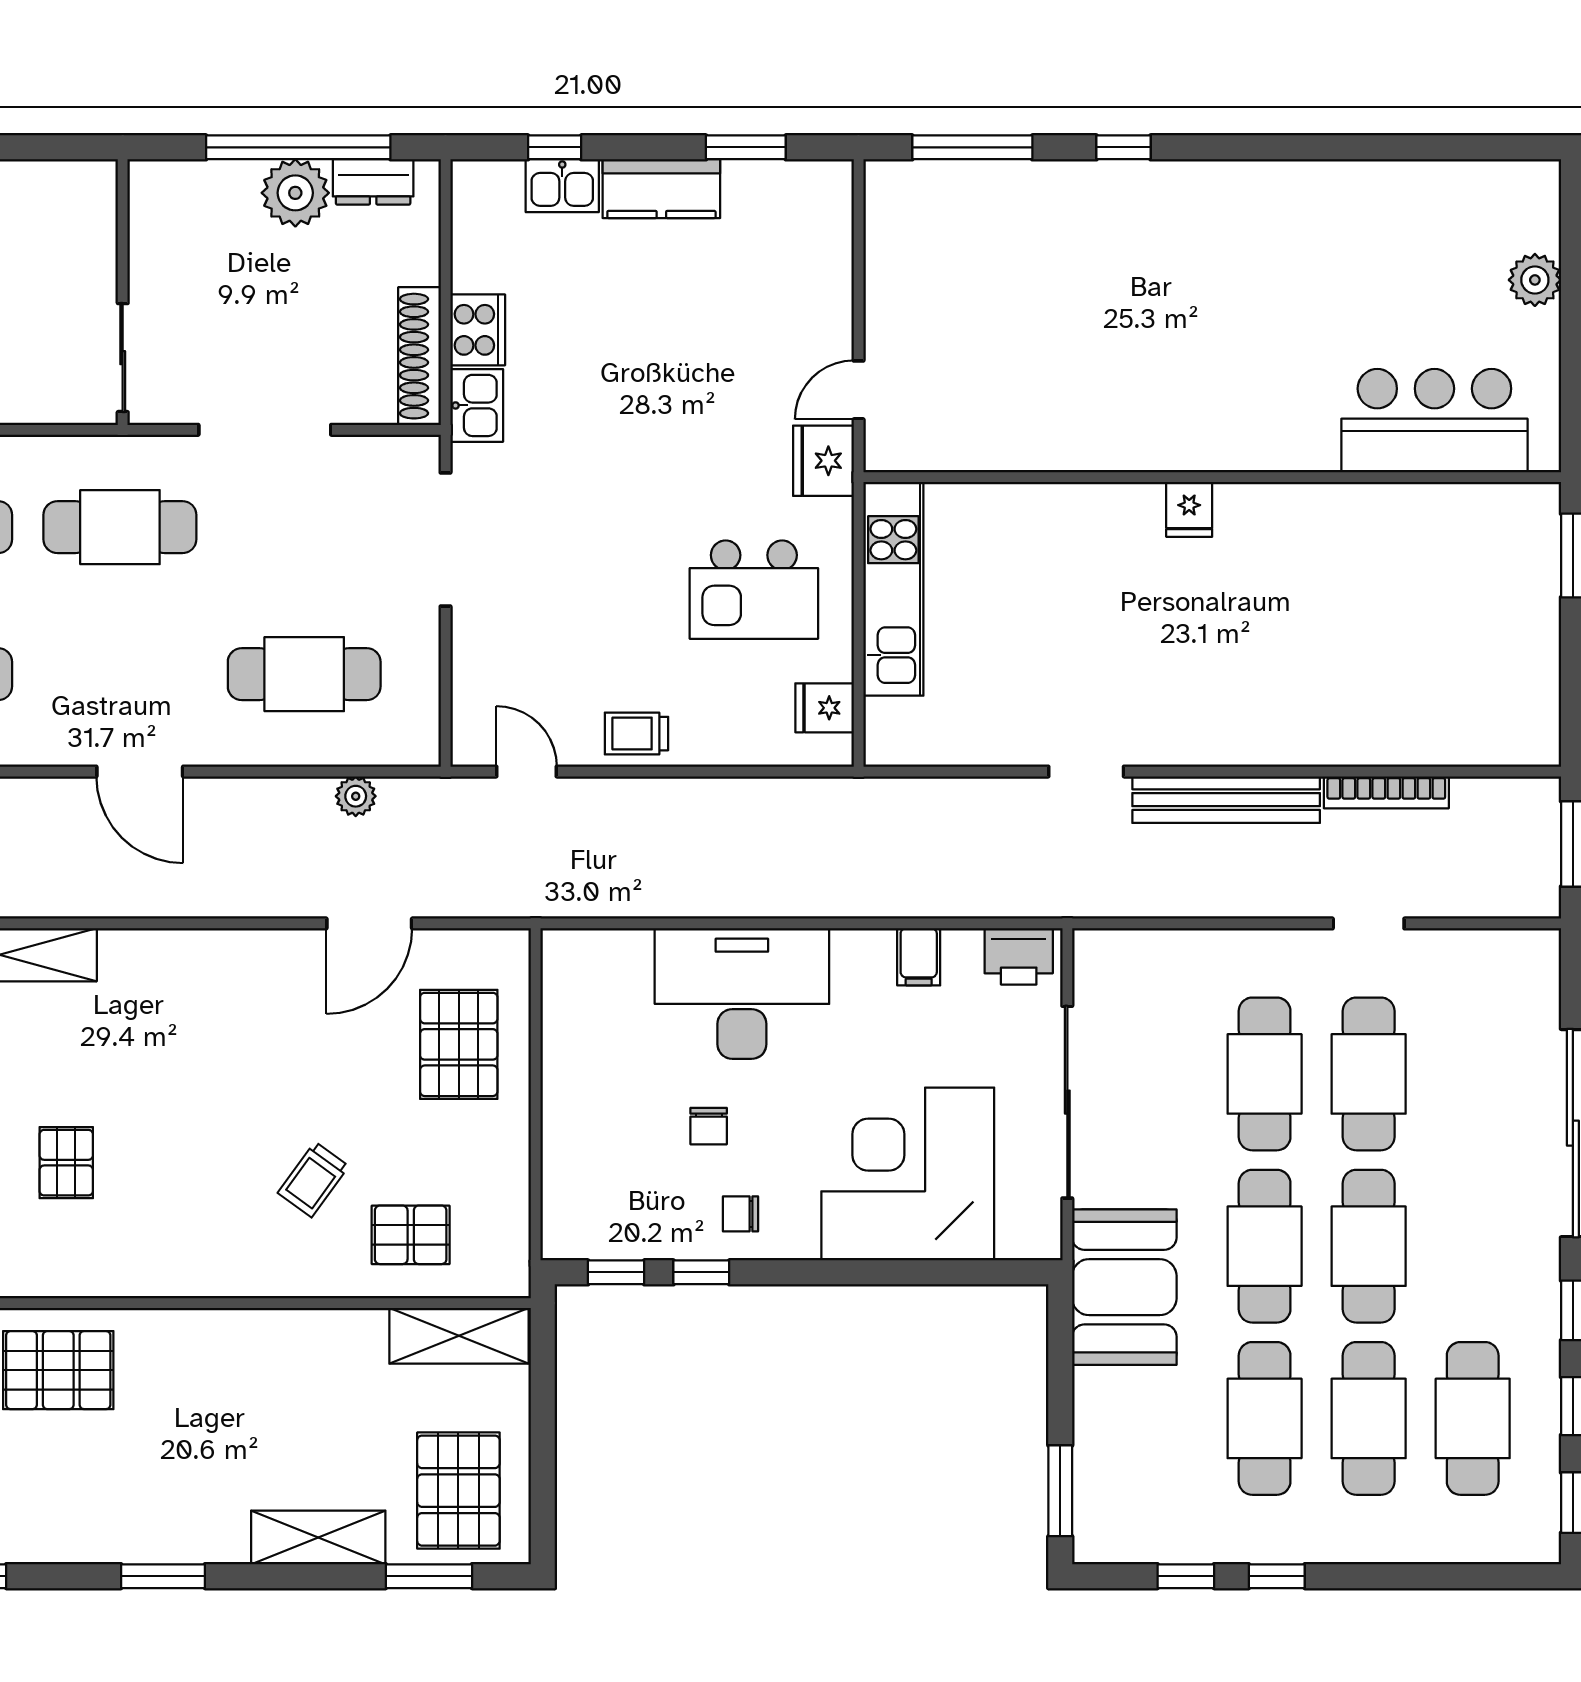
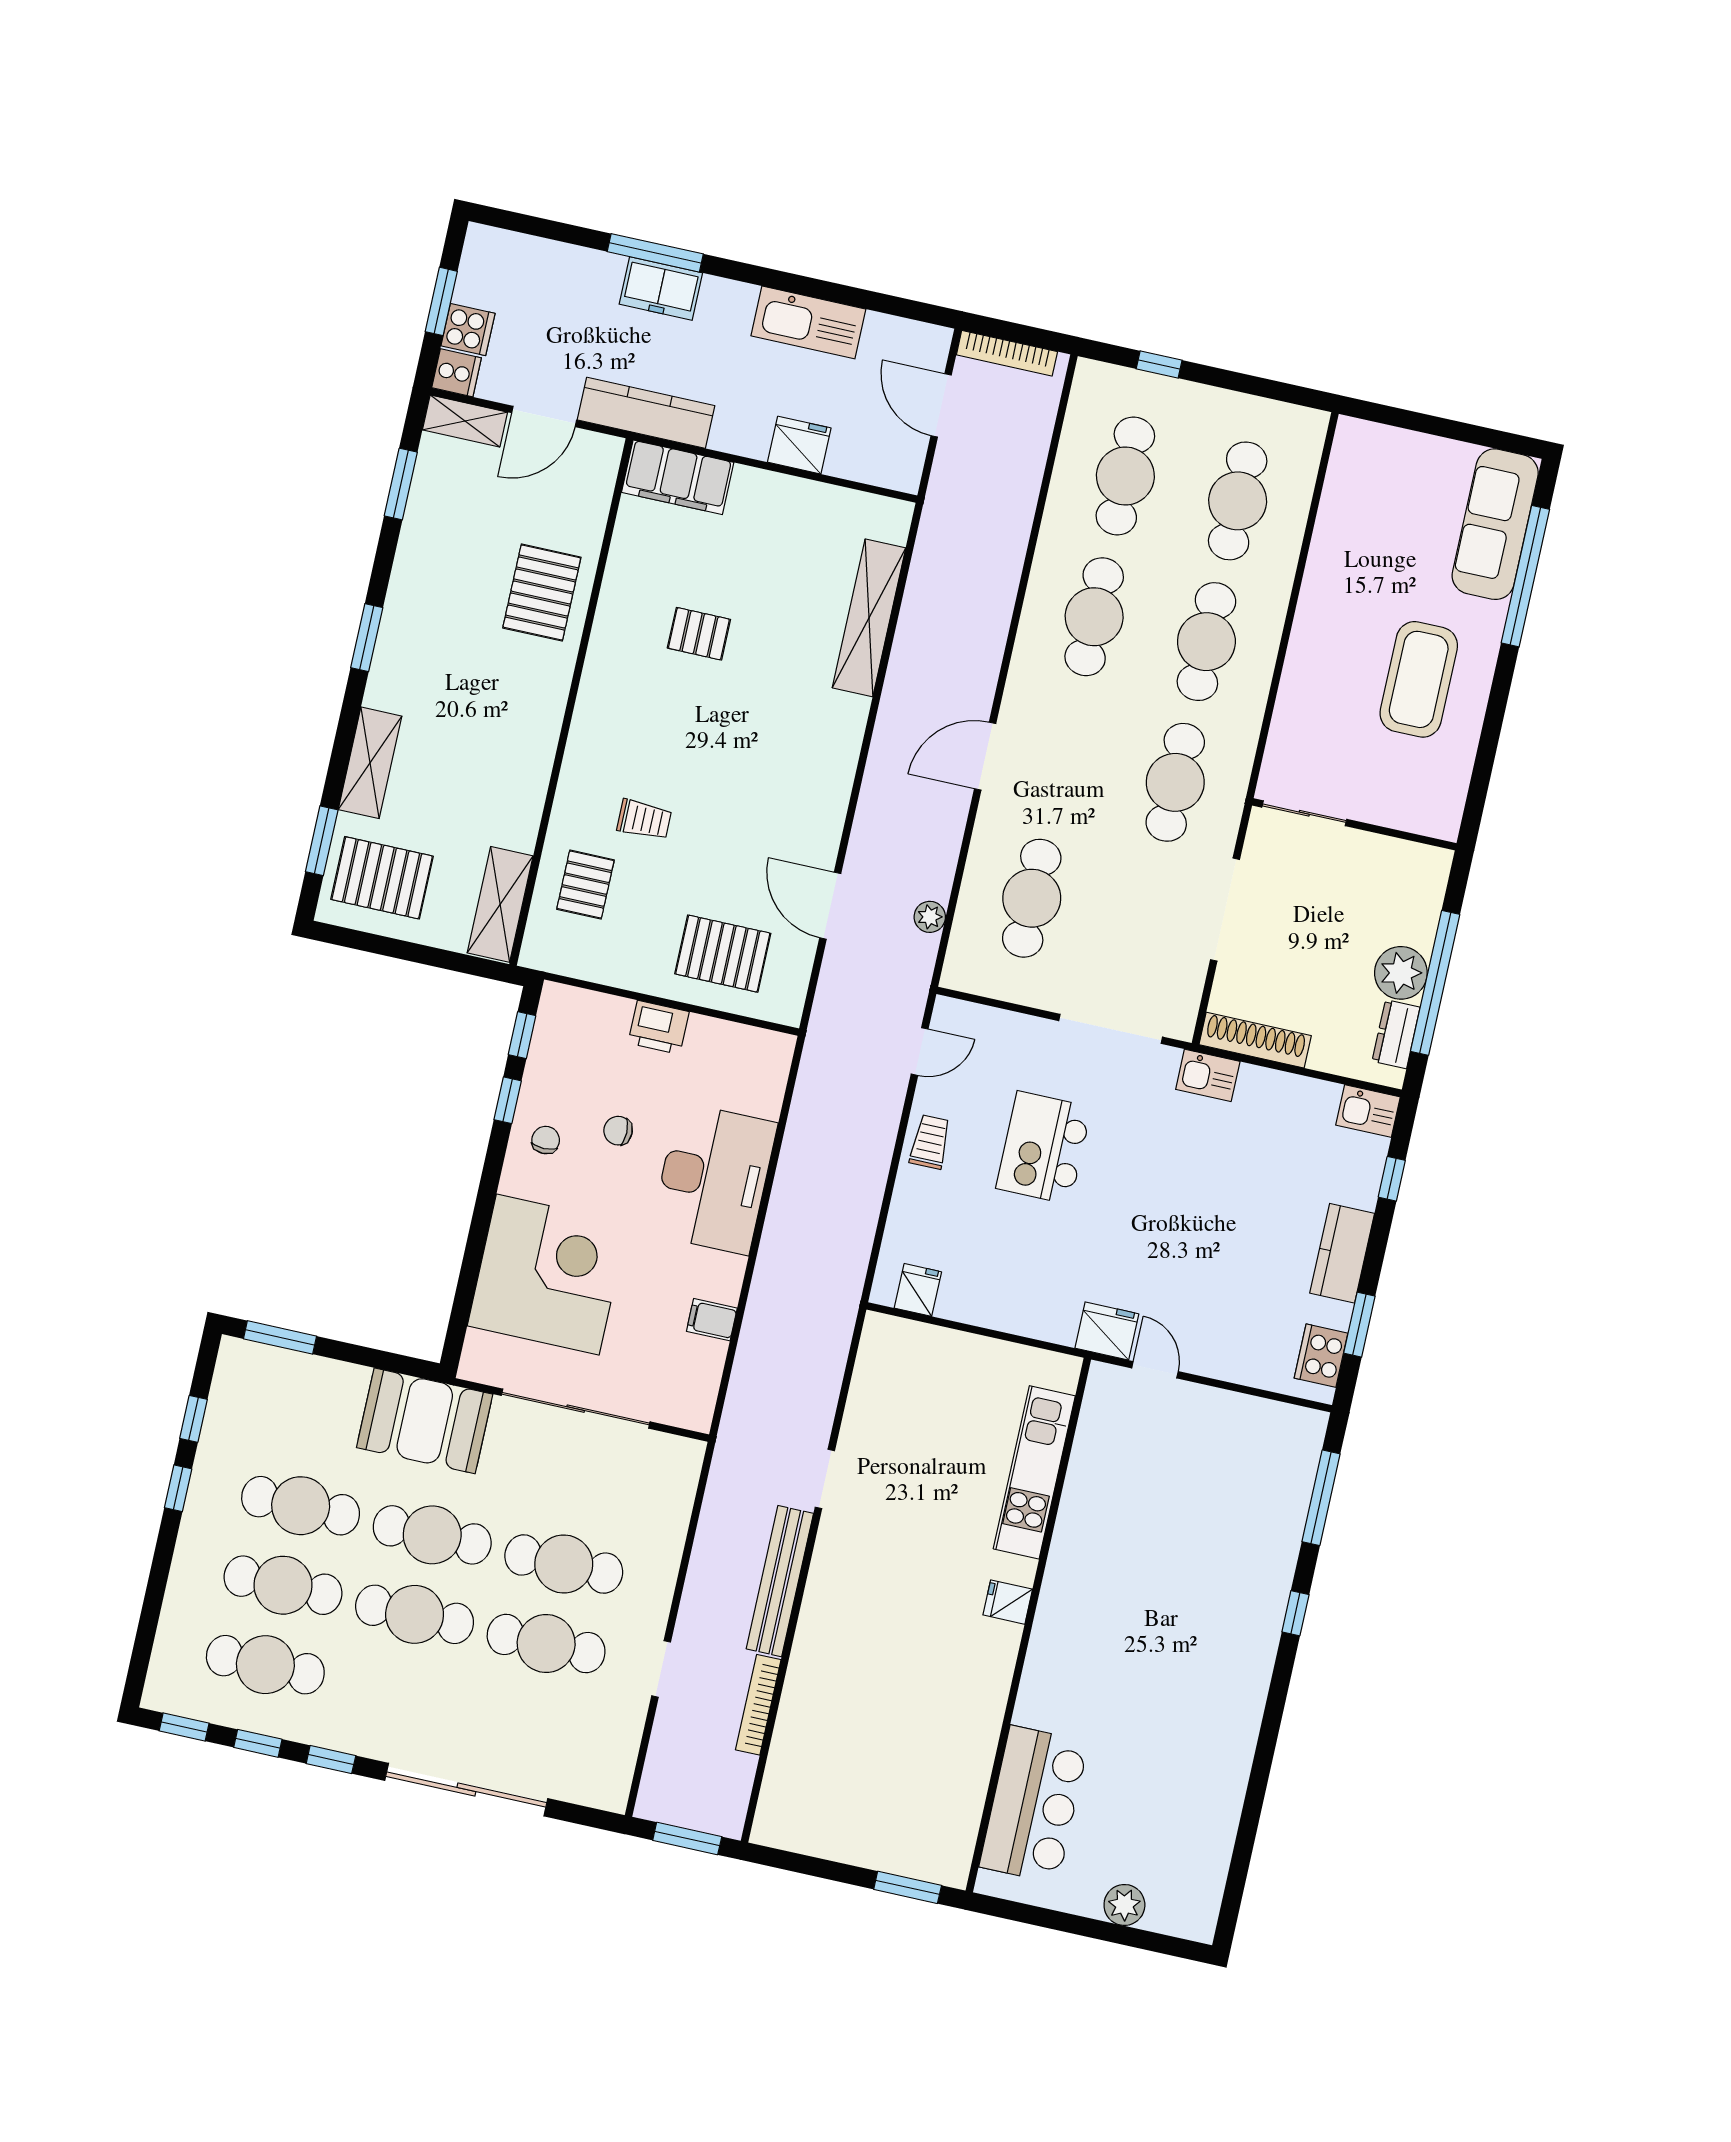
kitchen sink: (562, 186) -> (1368, 1111), moved, turned -90
cooker: (478, 330) -> (1321, 1356), moved, turned 90
kitchen unit: (893, 589) -> (1034, 1472), moved, turned 90
kitchen island: (754, 590) -> (1044, 1148), moved
printer: (1019, 956) -> (659, 1027), moved, turned -90
trolley: (313, 1180) -> (644, 820), turned 144

